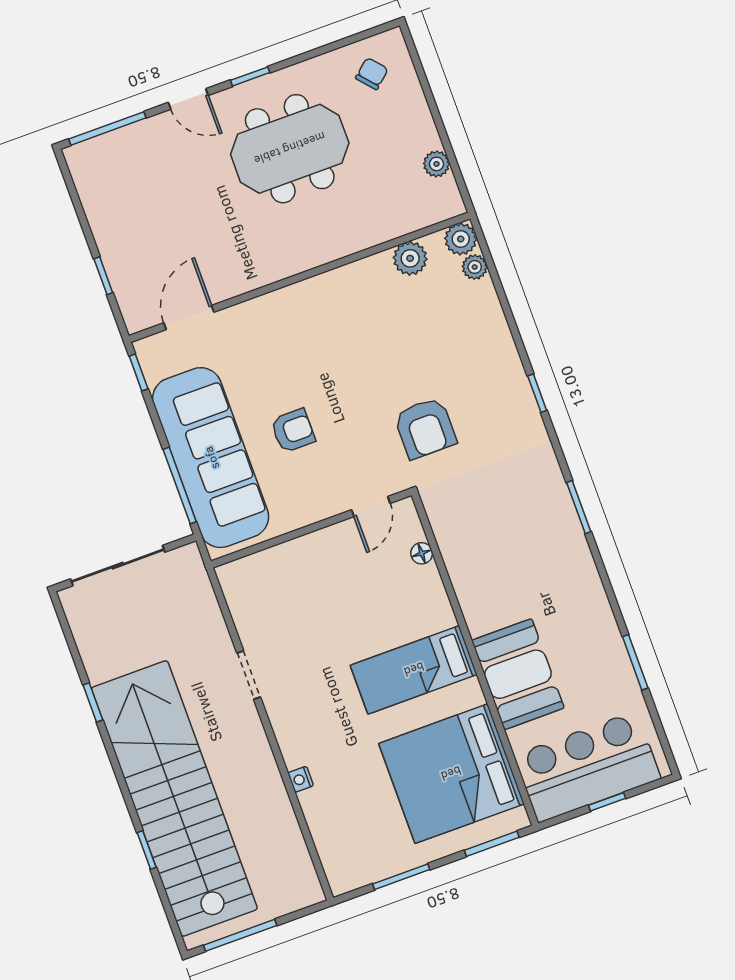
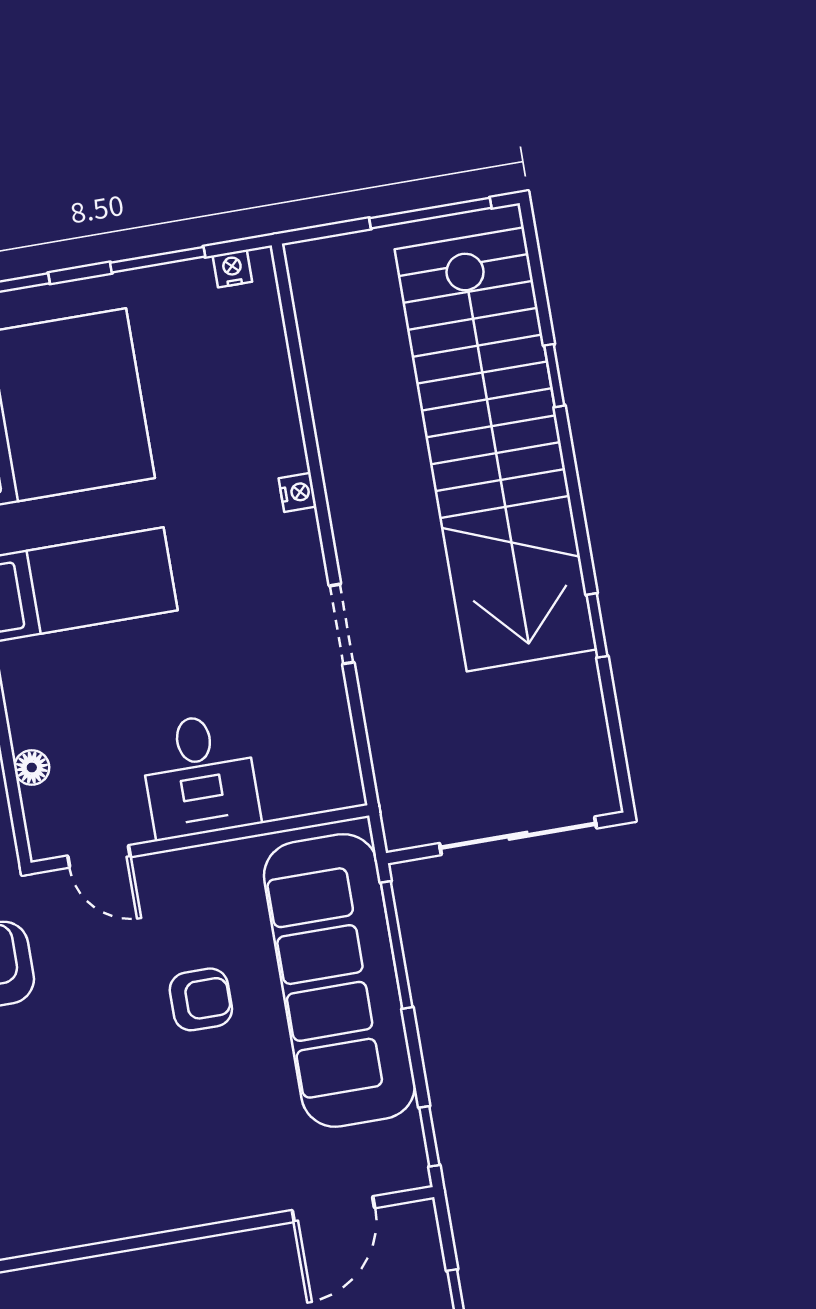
armchair: (293, 431) -> (201, 999), turned 180
door: (371, 507) -> (99, 856), swing flipped
desk: (319, 567) -> (200, 775), added
nightstand: (301, 779) -> (298, 492), moved
nightstand: (355, 880) -> (232, 269), added

